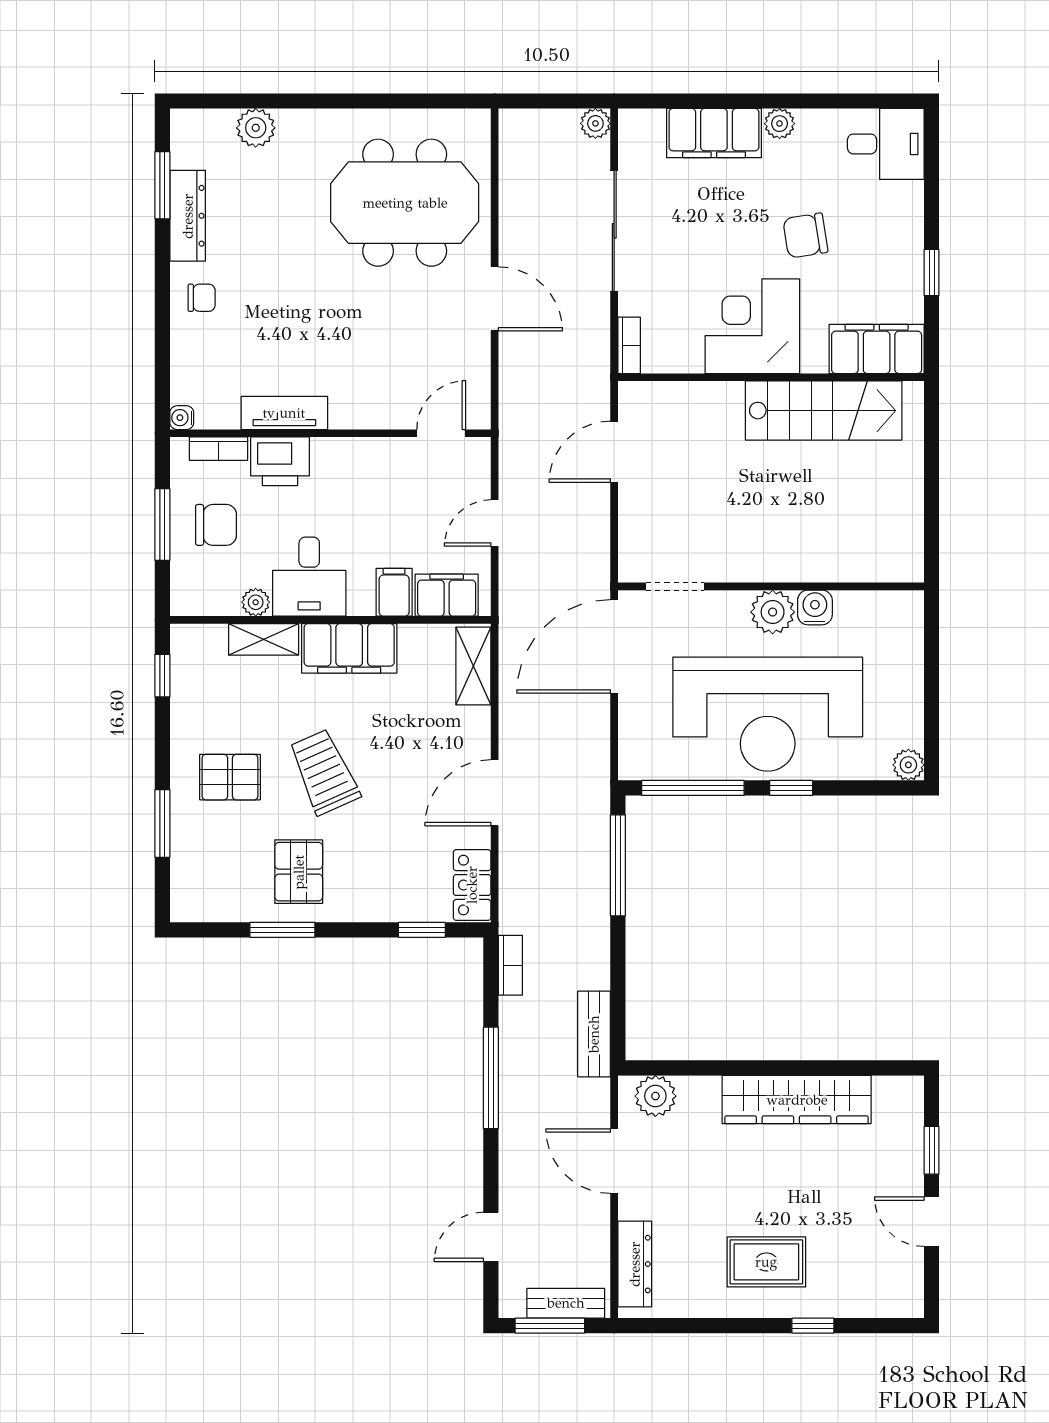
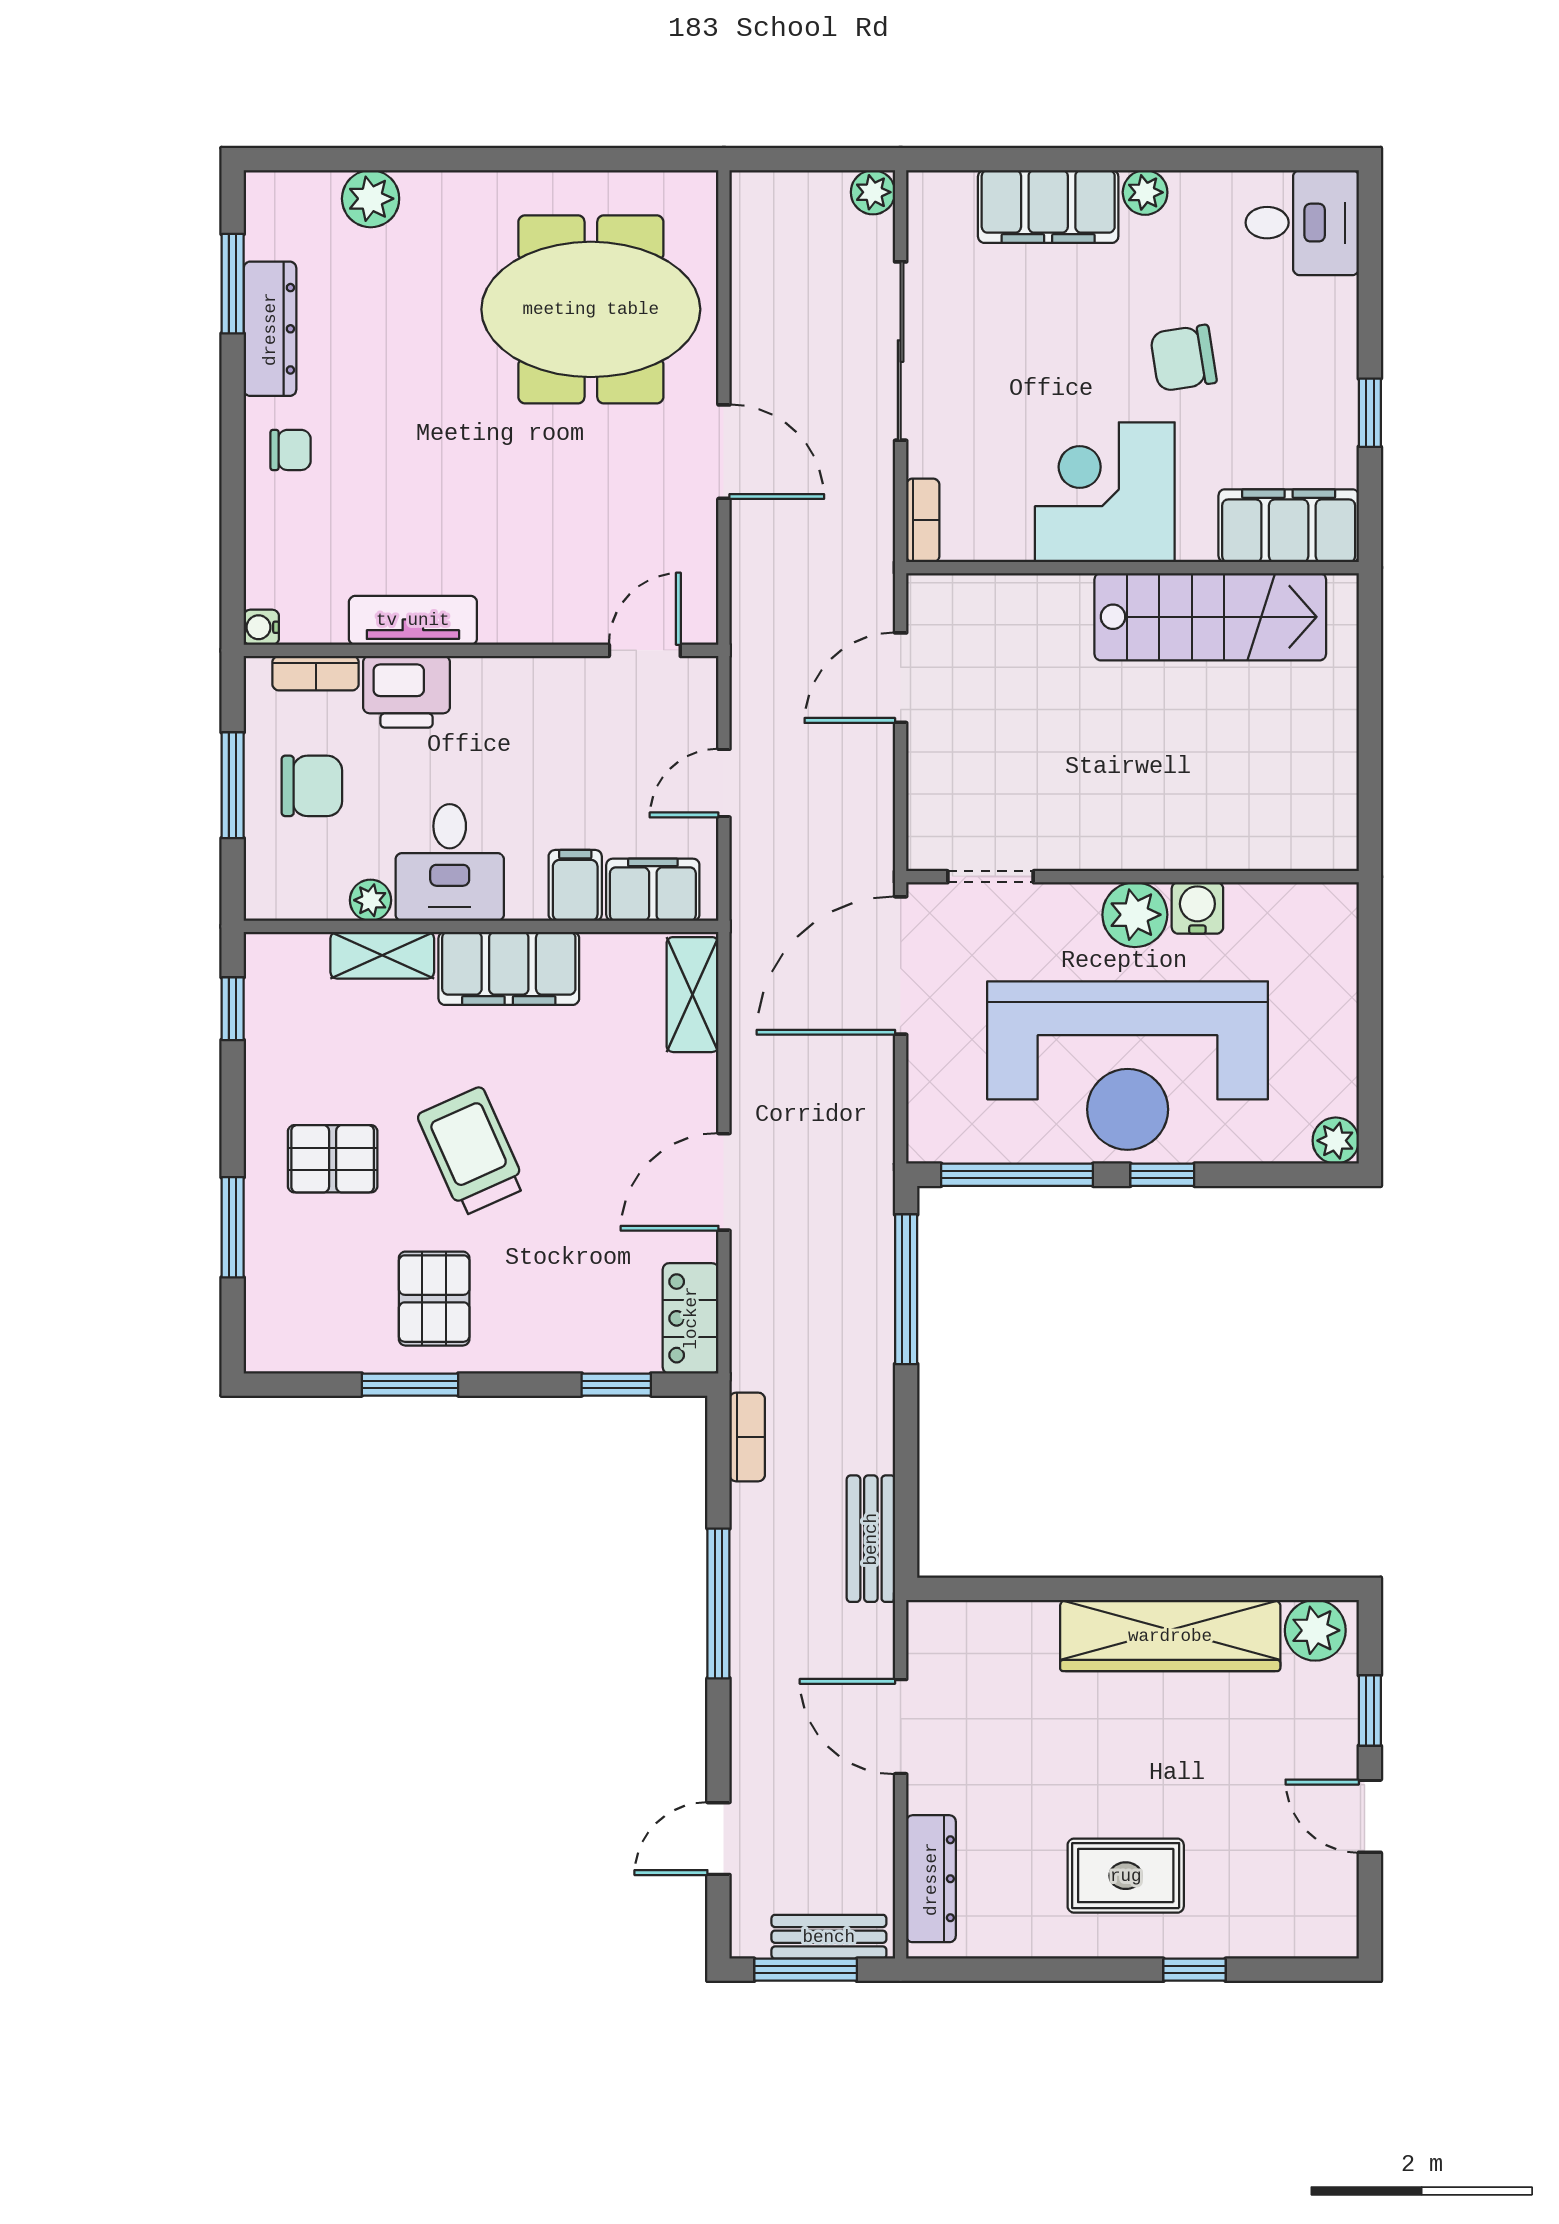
plant: (655, 1096) -> (1315, 1630), moved

